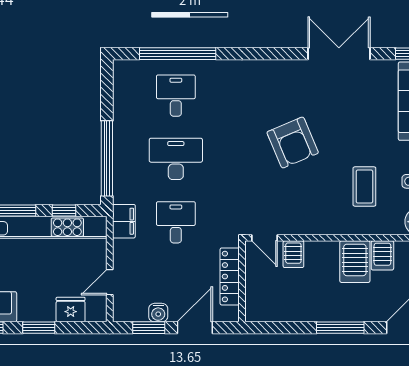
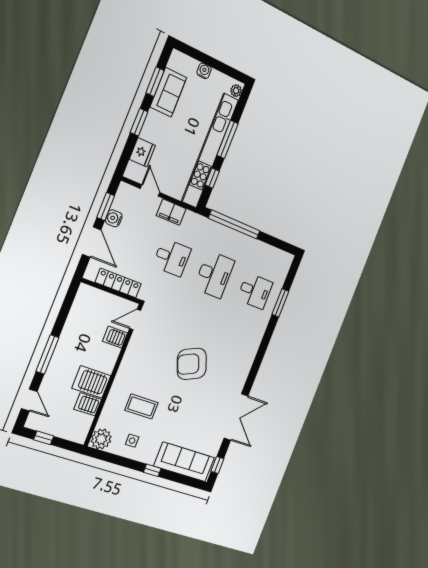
window: (178, 54) -> (280, 303), width x0.47
filing cabinet: (124, 221) -> (171, 212), moved

